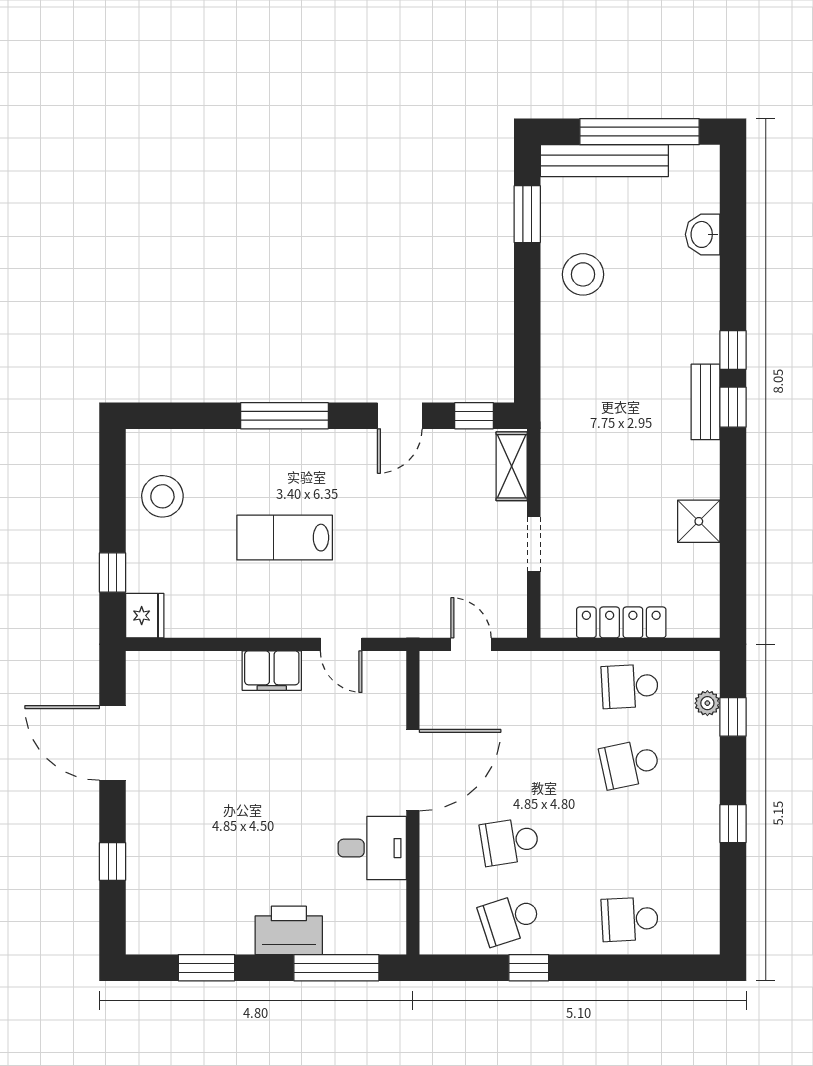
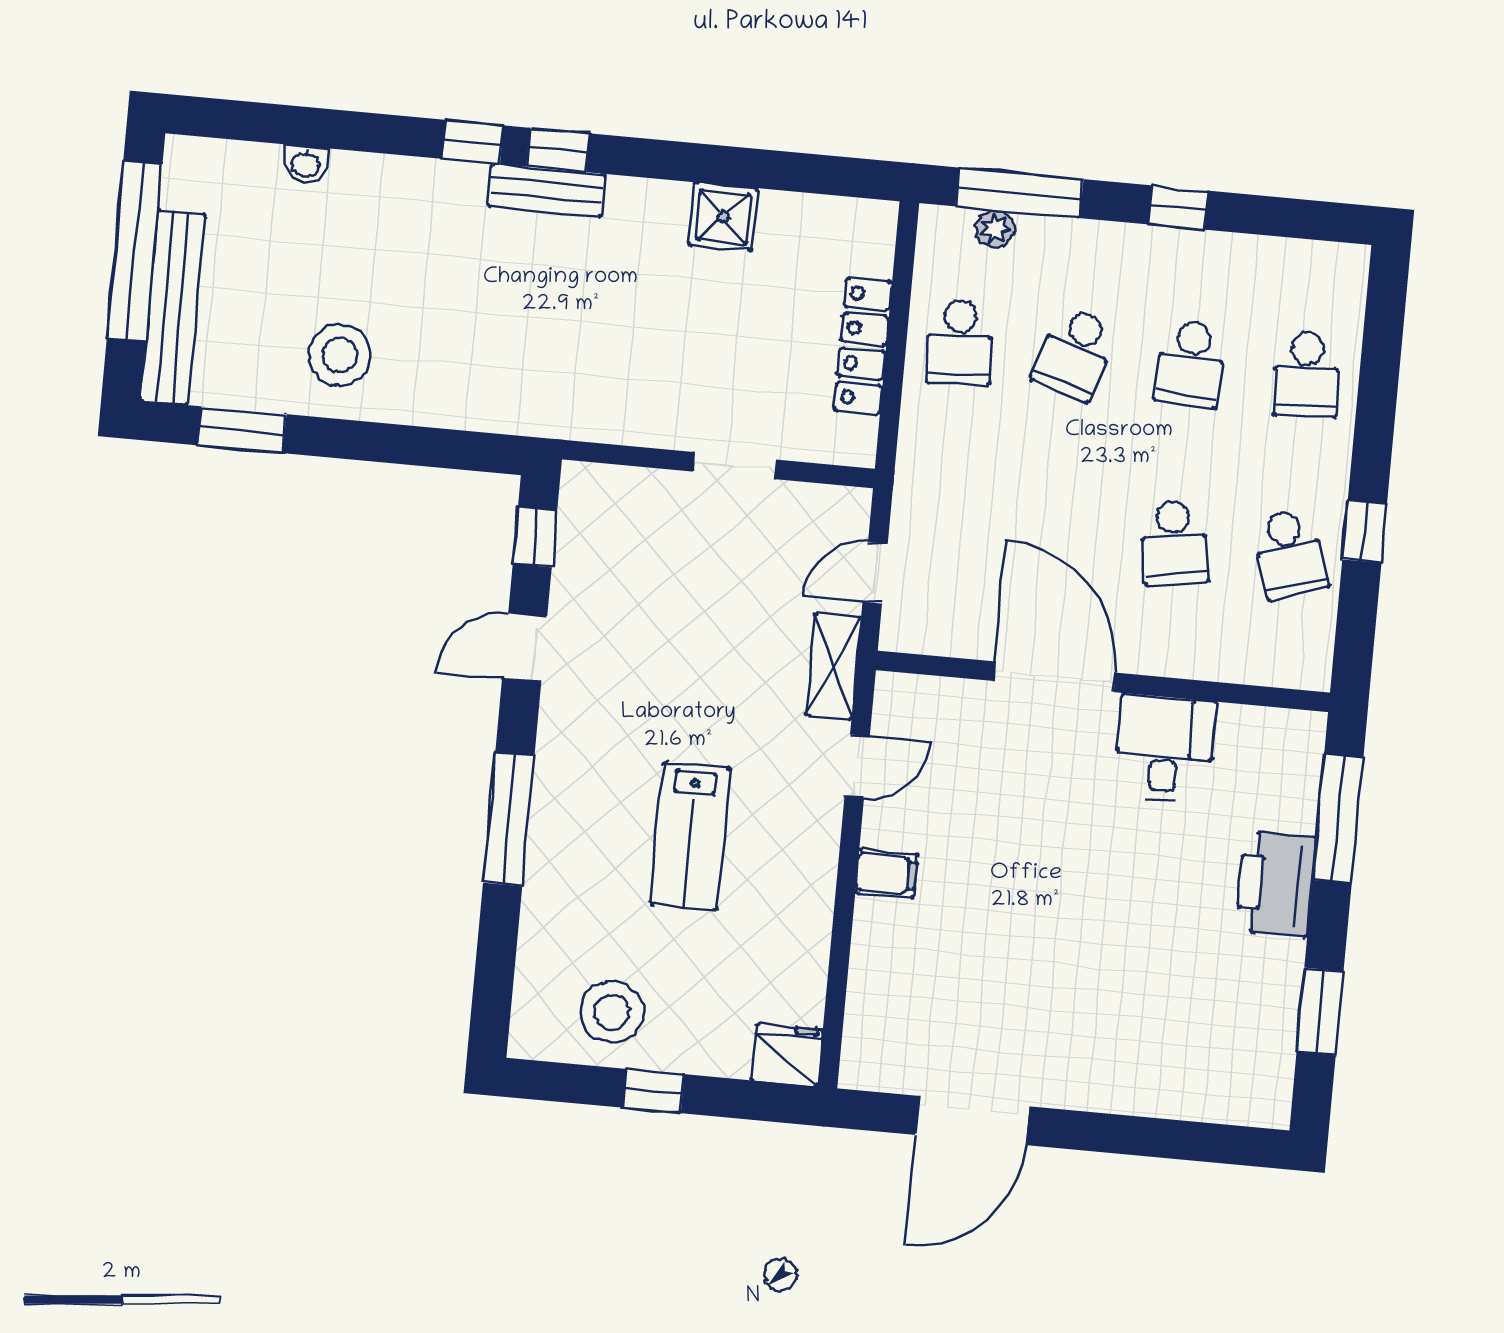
washbasin: (703, 234) -> (306, 164), width x0.72, depth x0.69
door: (400, 416) -> (525, 647), swing flipped
shelving: (512, 466) -> (833, 666), moved, turned 90
window: (112, 573) -> (653, 1091), moved
filing cabinet: (272, 671) -> (887, 873), width x0.50
window: (733, 717) -> (1019, 193), width x2.17
school desk: (630, 764) -> (1075, 353), turned 30
school desk: (630, 842) -> (1191, 364), added
window: (112, 861) -> (1149, 1137), removed

